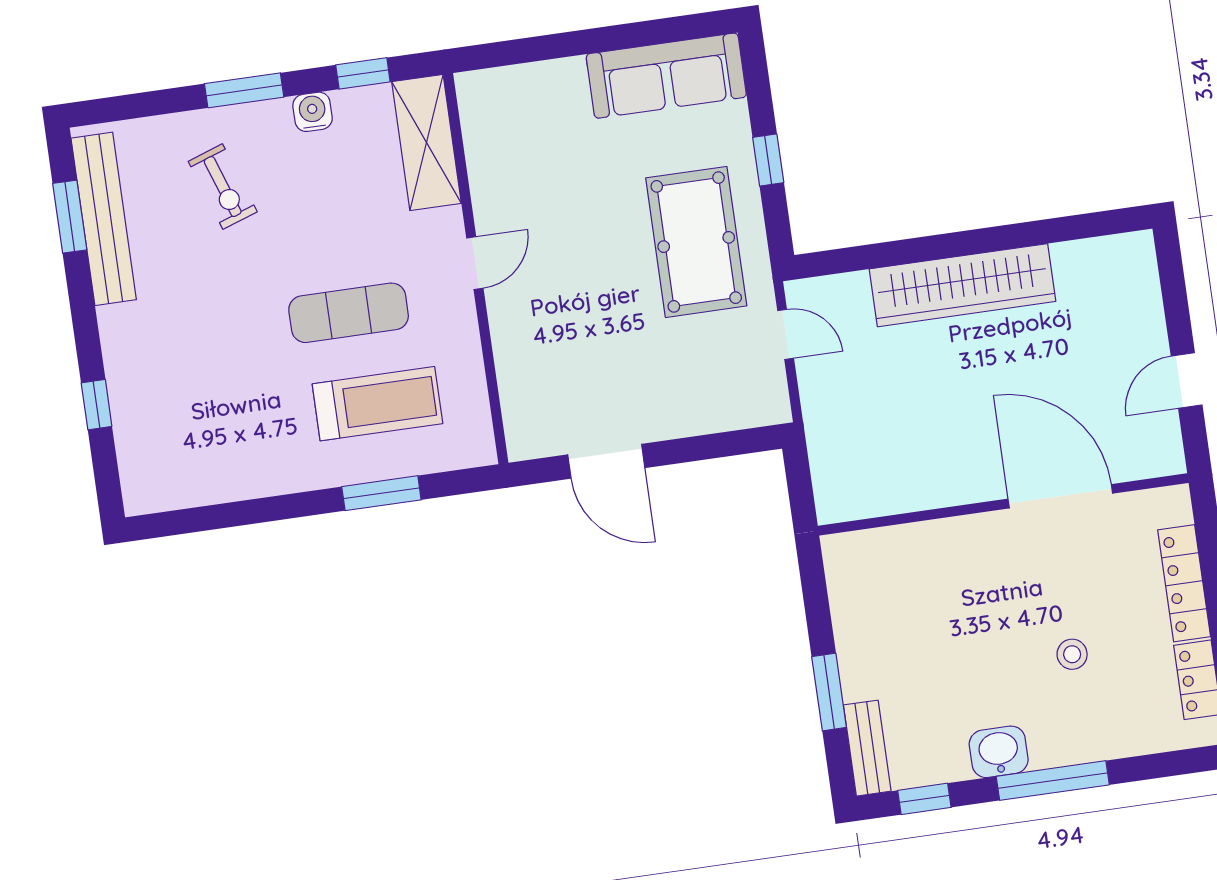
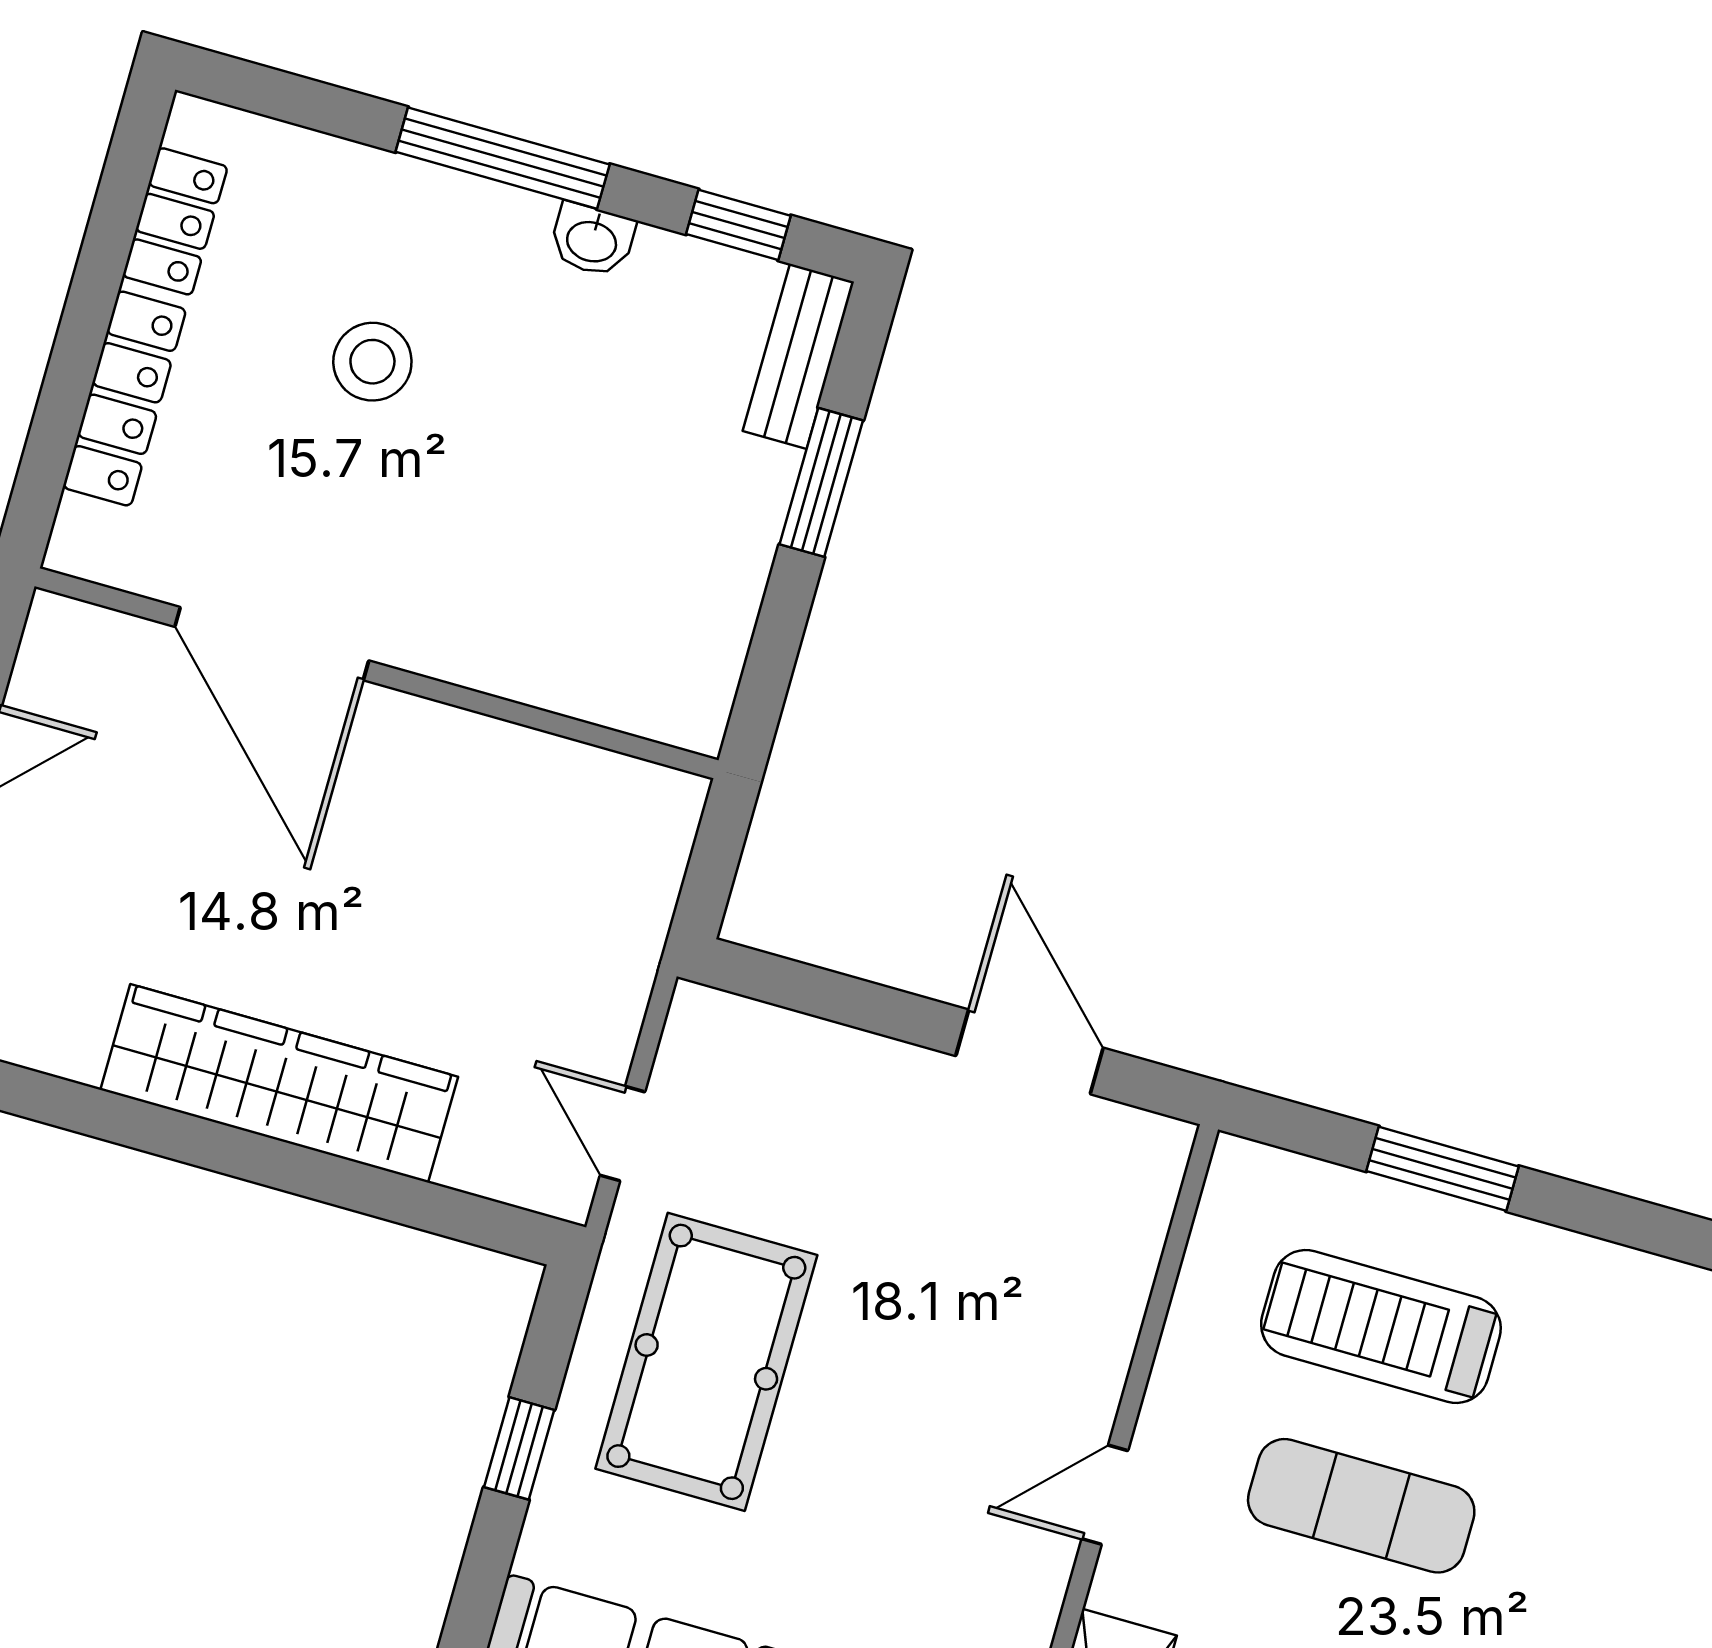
stool: (1072, 654) -> (372, 362), width x1.37, depth x1.37
washbasin: (999, 752) -> (592, 240), width x0.72, depth x0.69

